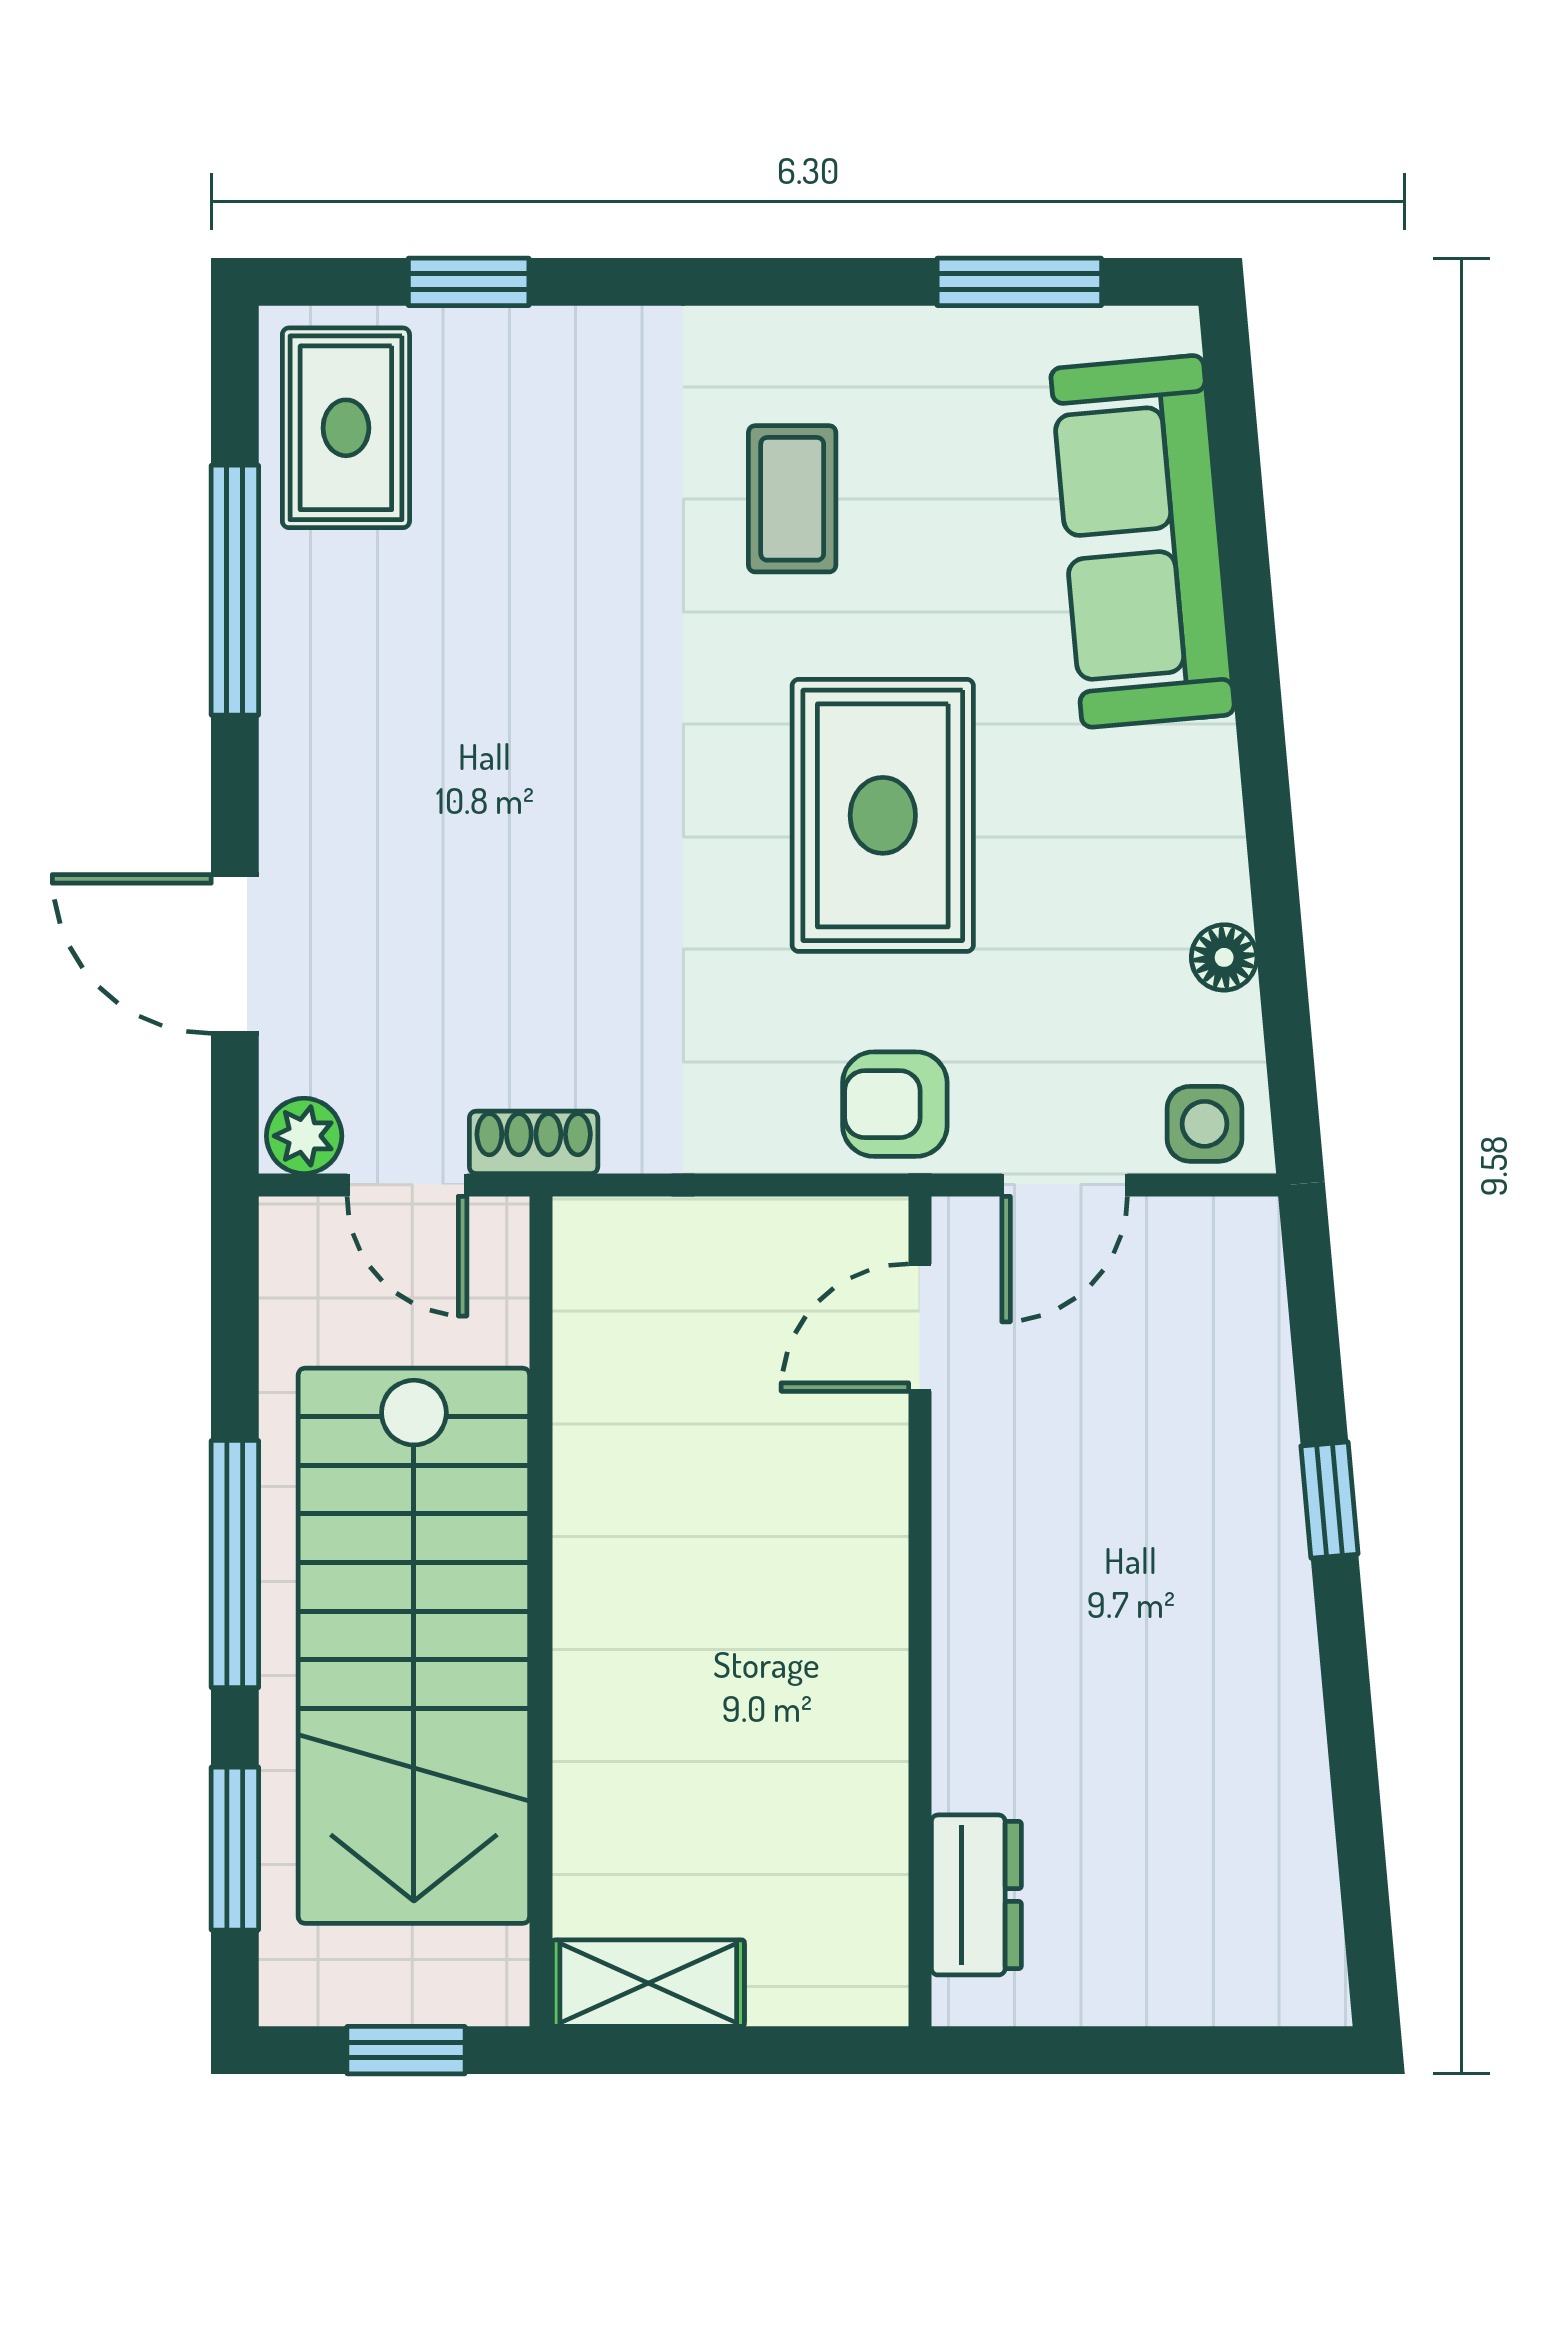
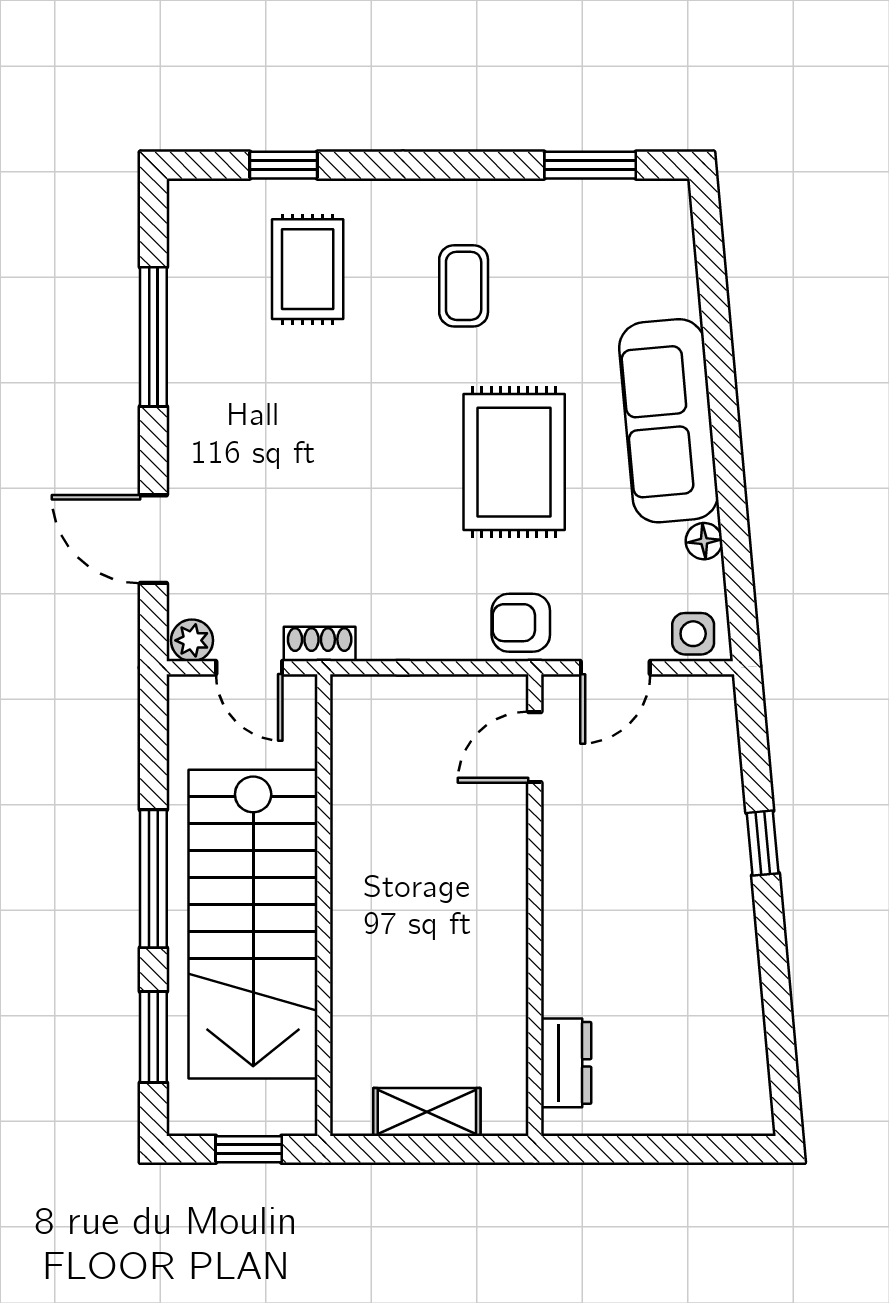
rug: (346, 428) -> (308, 269), moved
sofa: (1143, 541) -> (669, 421), moved
shelving: (648, 1983) -> (427, 1112), moved

